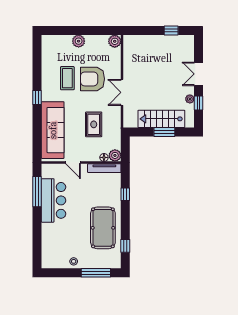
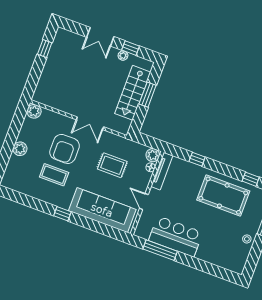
door: (73, 163) -> (144, 201), swing flipped

